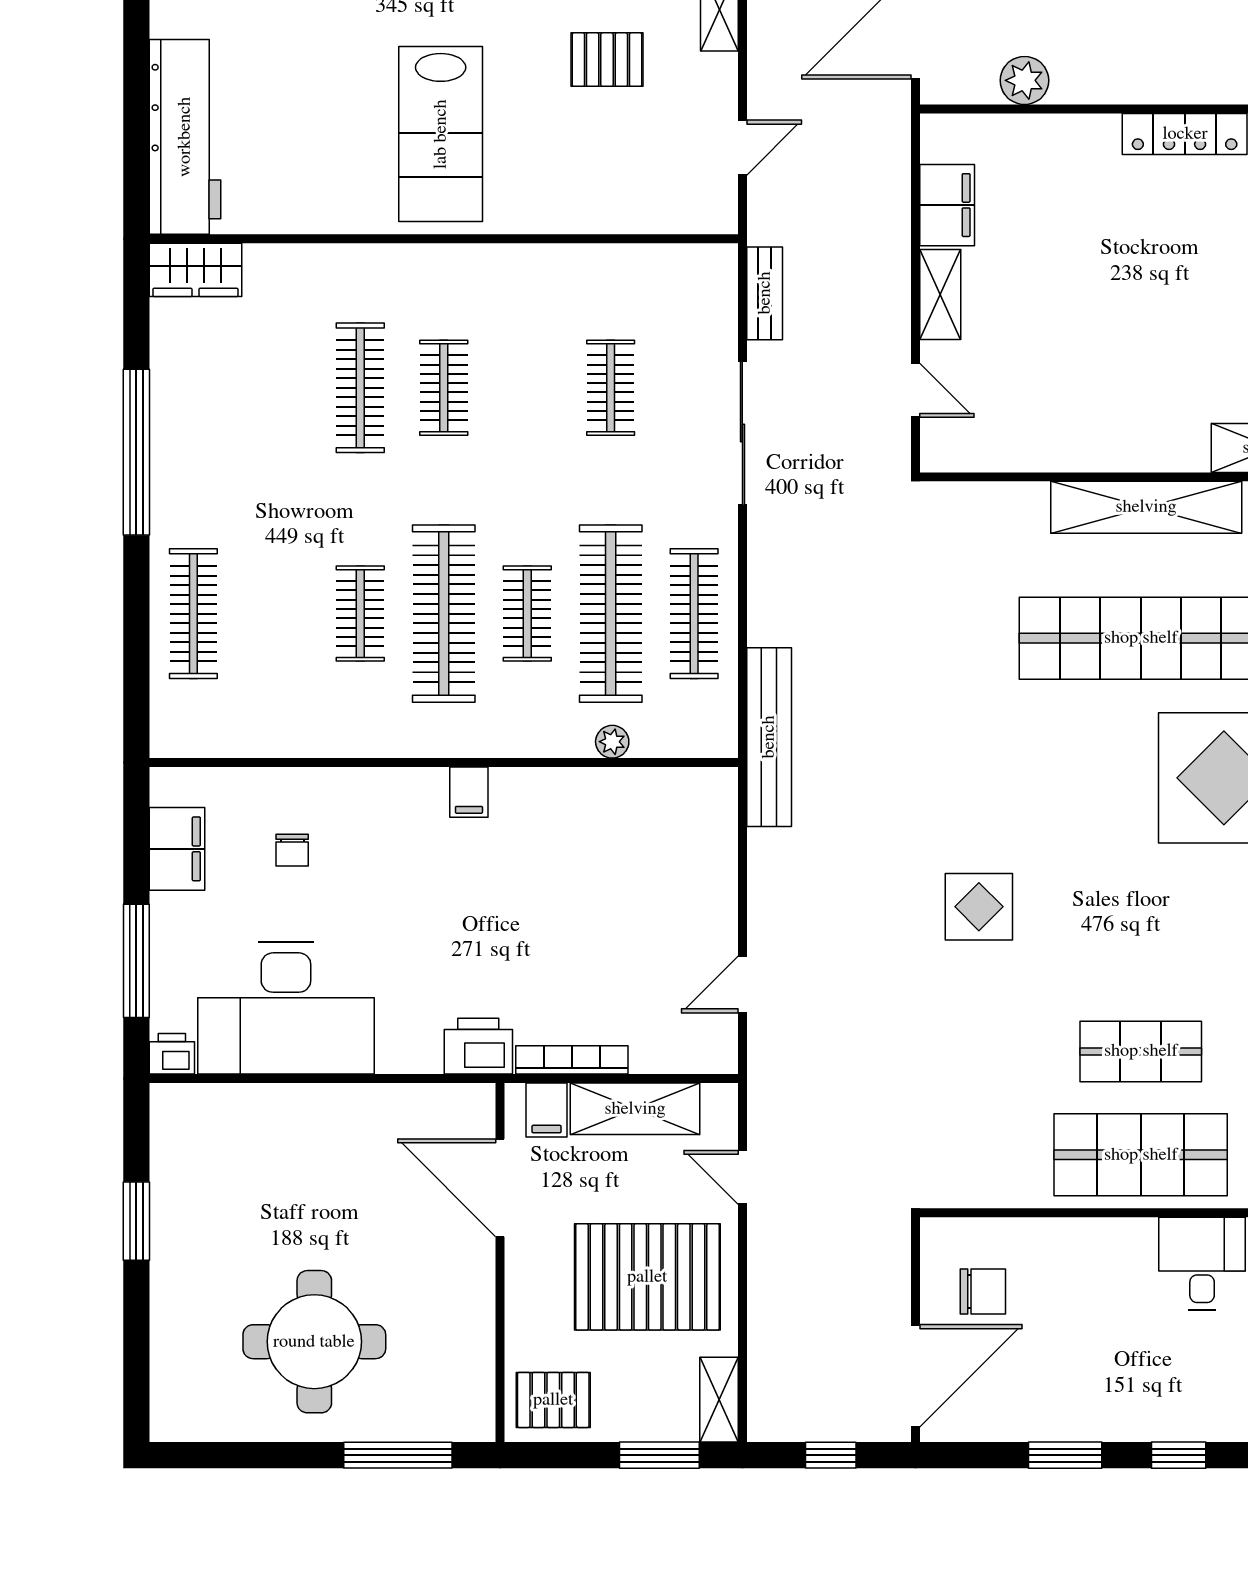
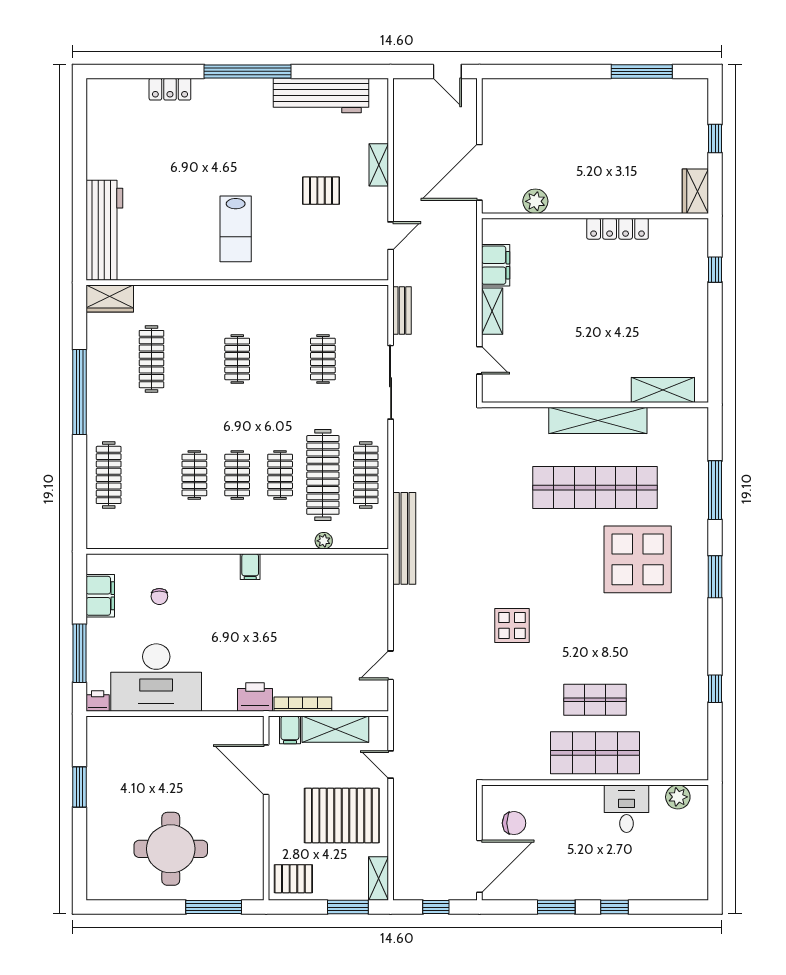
lab bench: (441, 134) -> (236, 229), width x0.73, depth x0.72
clothes rail: (360, 388) -> (152, 359), moved
clothes rail: (444, 614) -> (237, 475), width x0.54, depth x0.76

